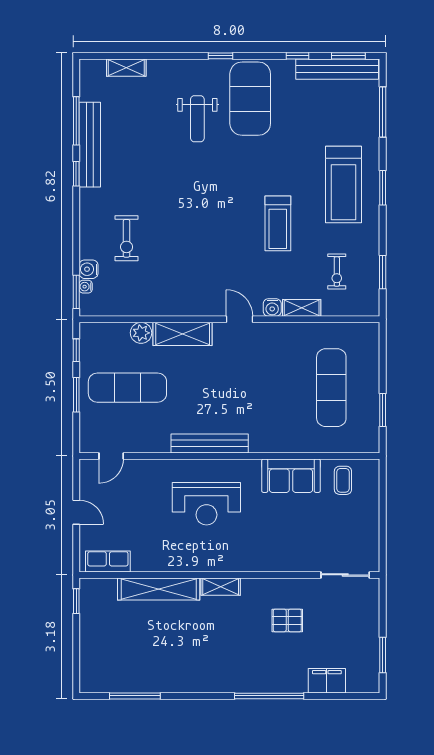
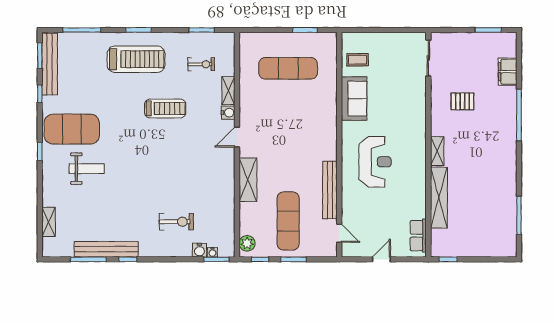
plant: (141, 333) -> (247, 243), moved
bench: (210, 443) -> (330, 190), moved
pallet: (287, 620) -> (462, 101), turned 90

